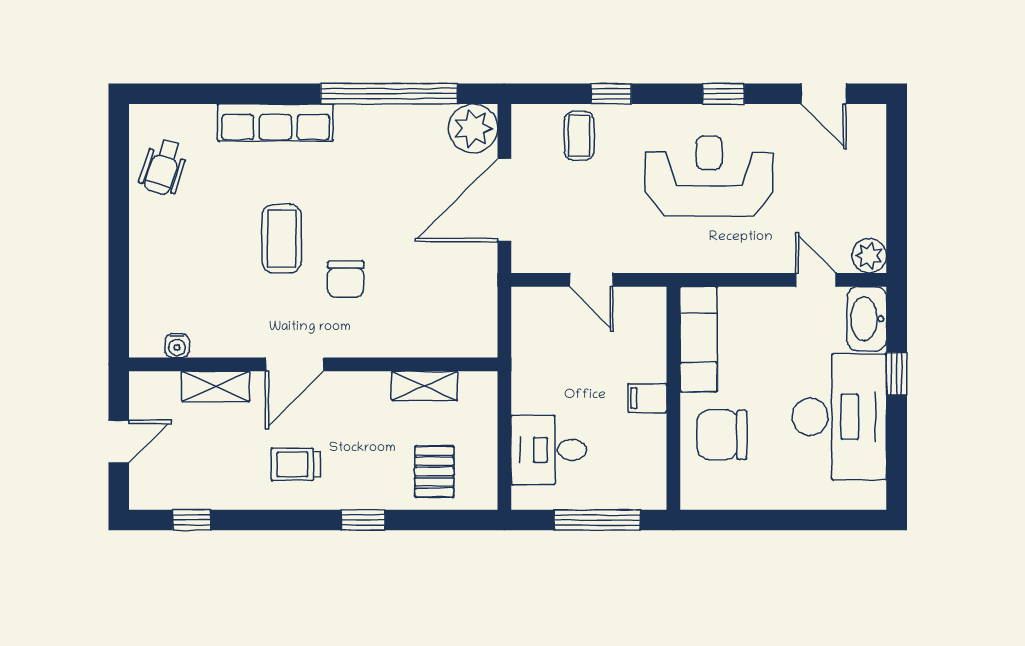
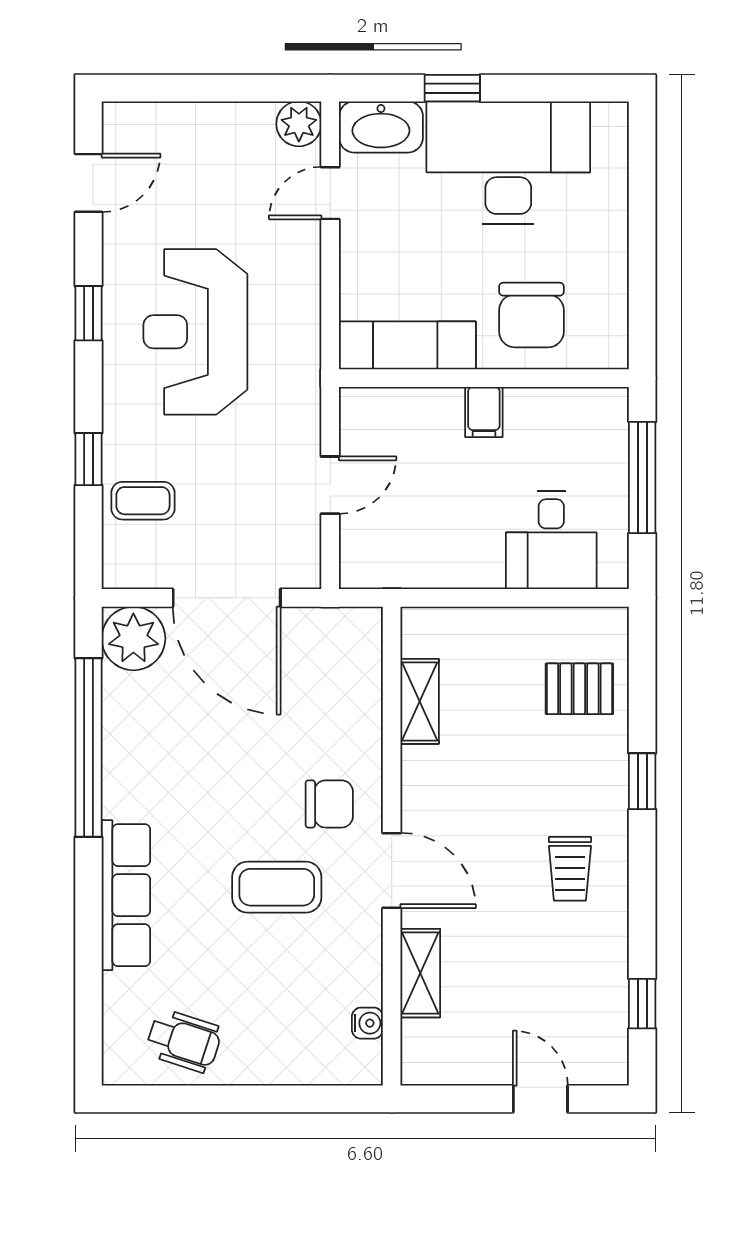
water cooler: (177, 346) -> (367, 1023), moved
door: (295, 364) -> (392, 870), moved
wall: (313, 364) -> (392, 846), moved
shelving: (216, 386) -> (420, 973), moved
shelving: (425, 386) -> (420, 701), moved

